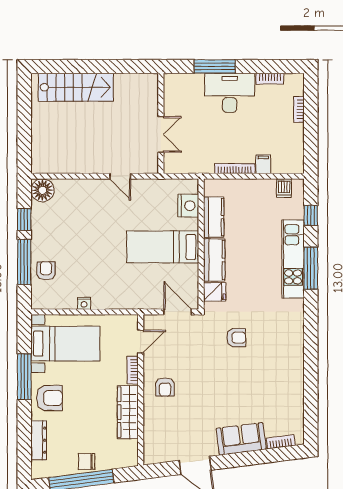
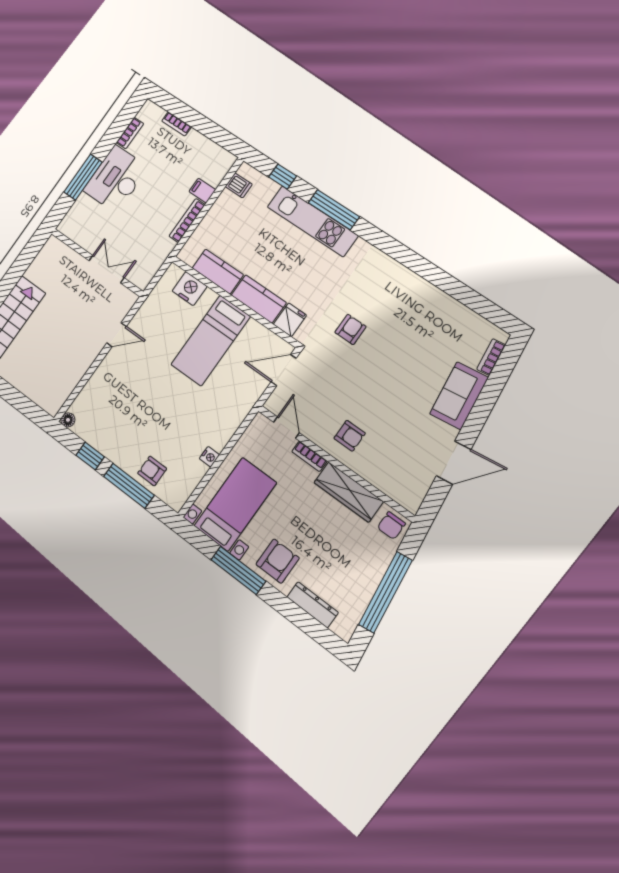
floor lamp: (42, 190) -> (68, 420), width x0.53, depth x0.53
chair: (87, 462) -> (391, 526), moved

